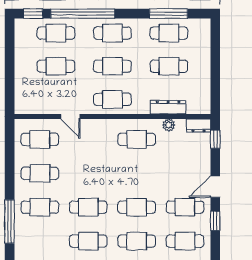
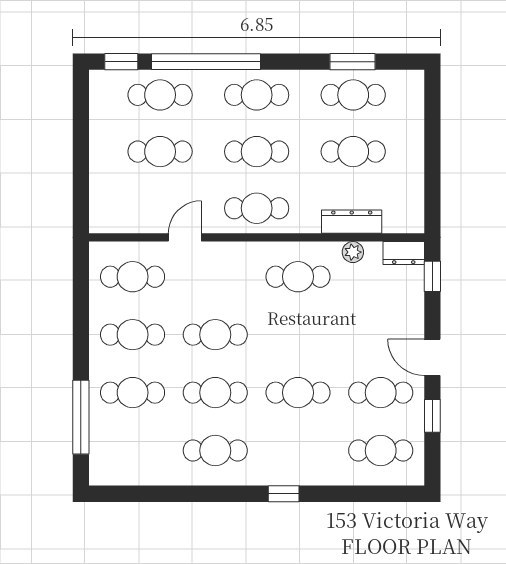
window: (169, 14) -> (353, 62), width x0.69
door: (70, 116) -> (185, 237), swing flipped
door: (215, 187) -> (432, 357), hinge flipped
cafe table: (137, 241) -> (215, 335), moved

